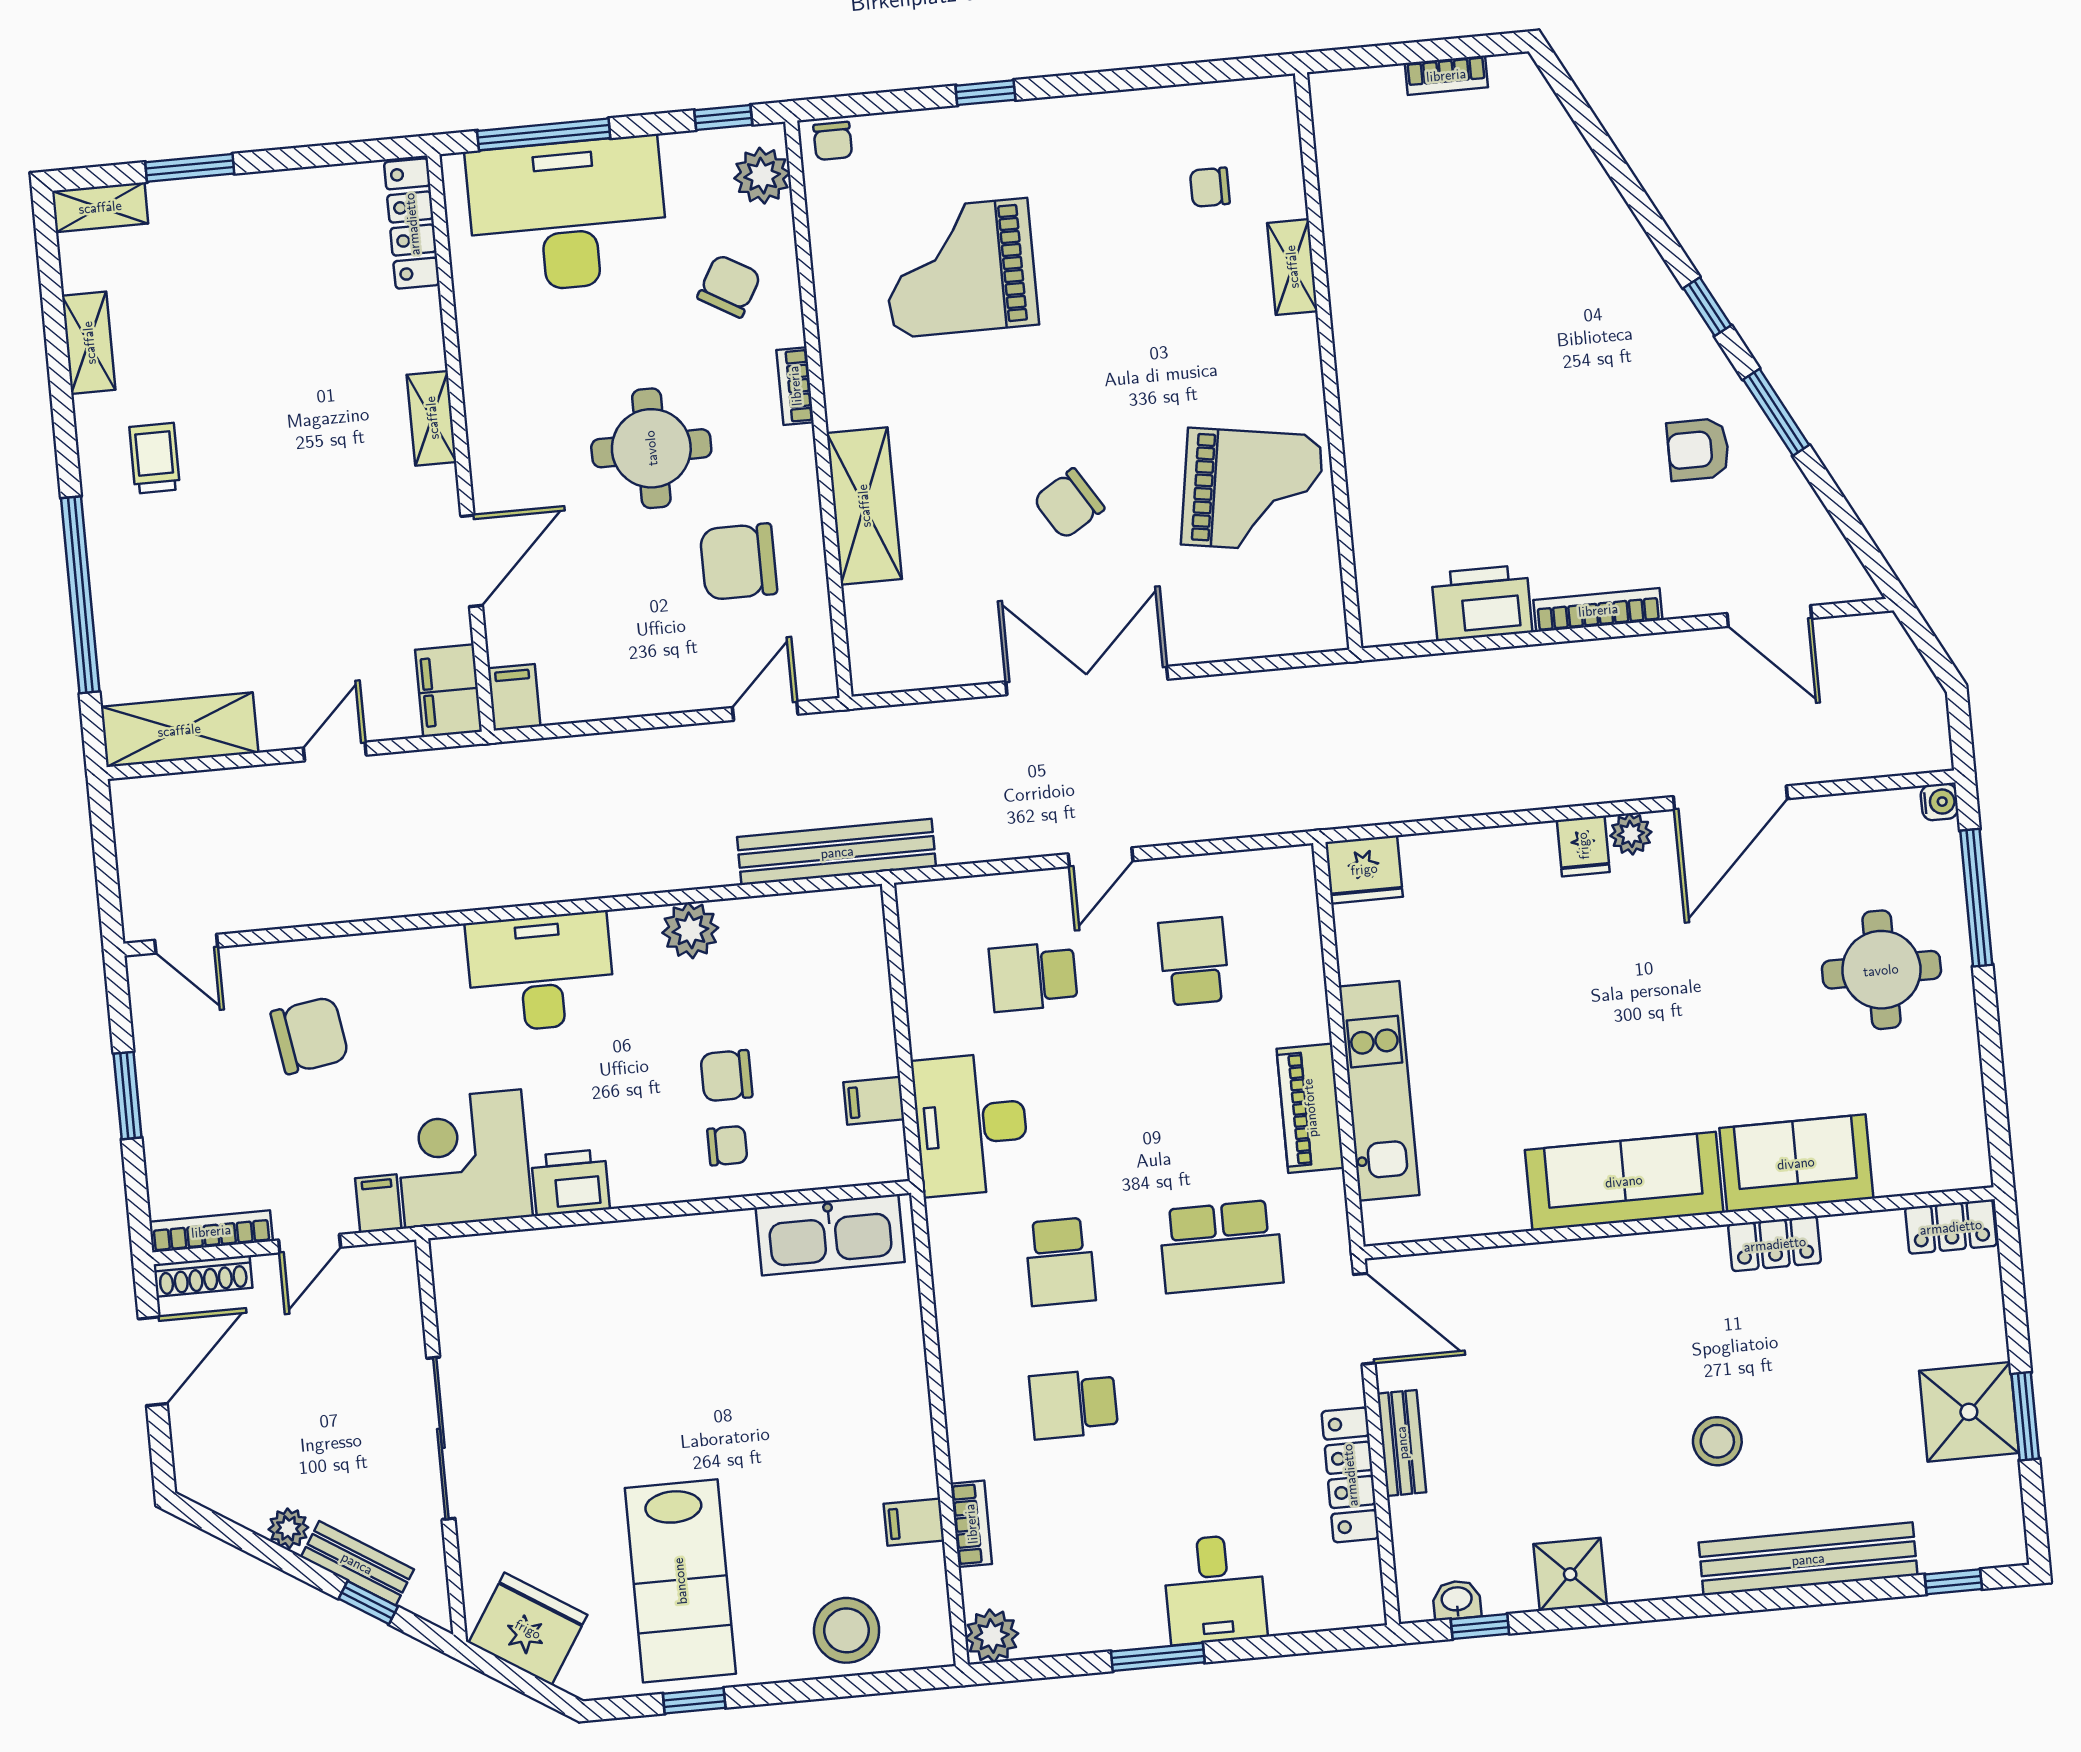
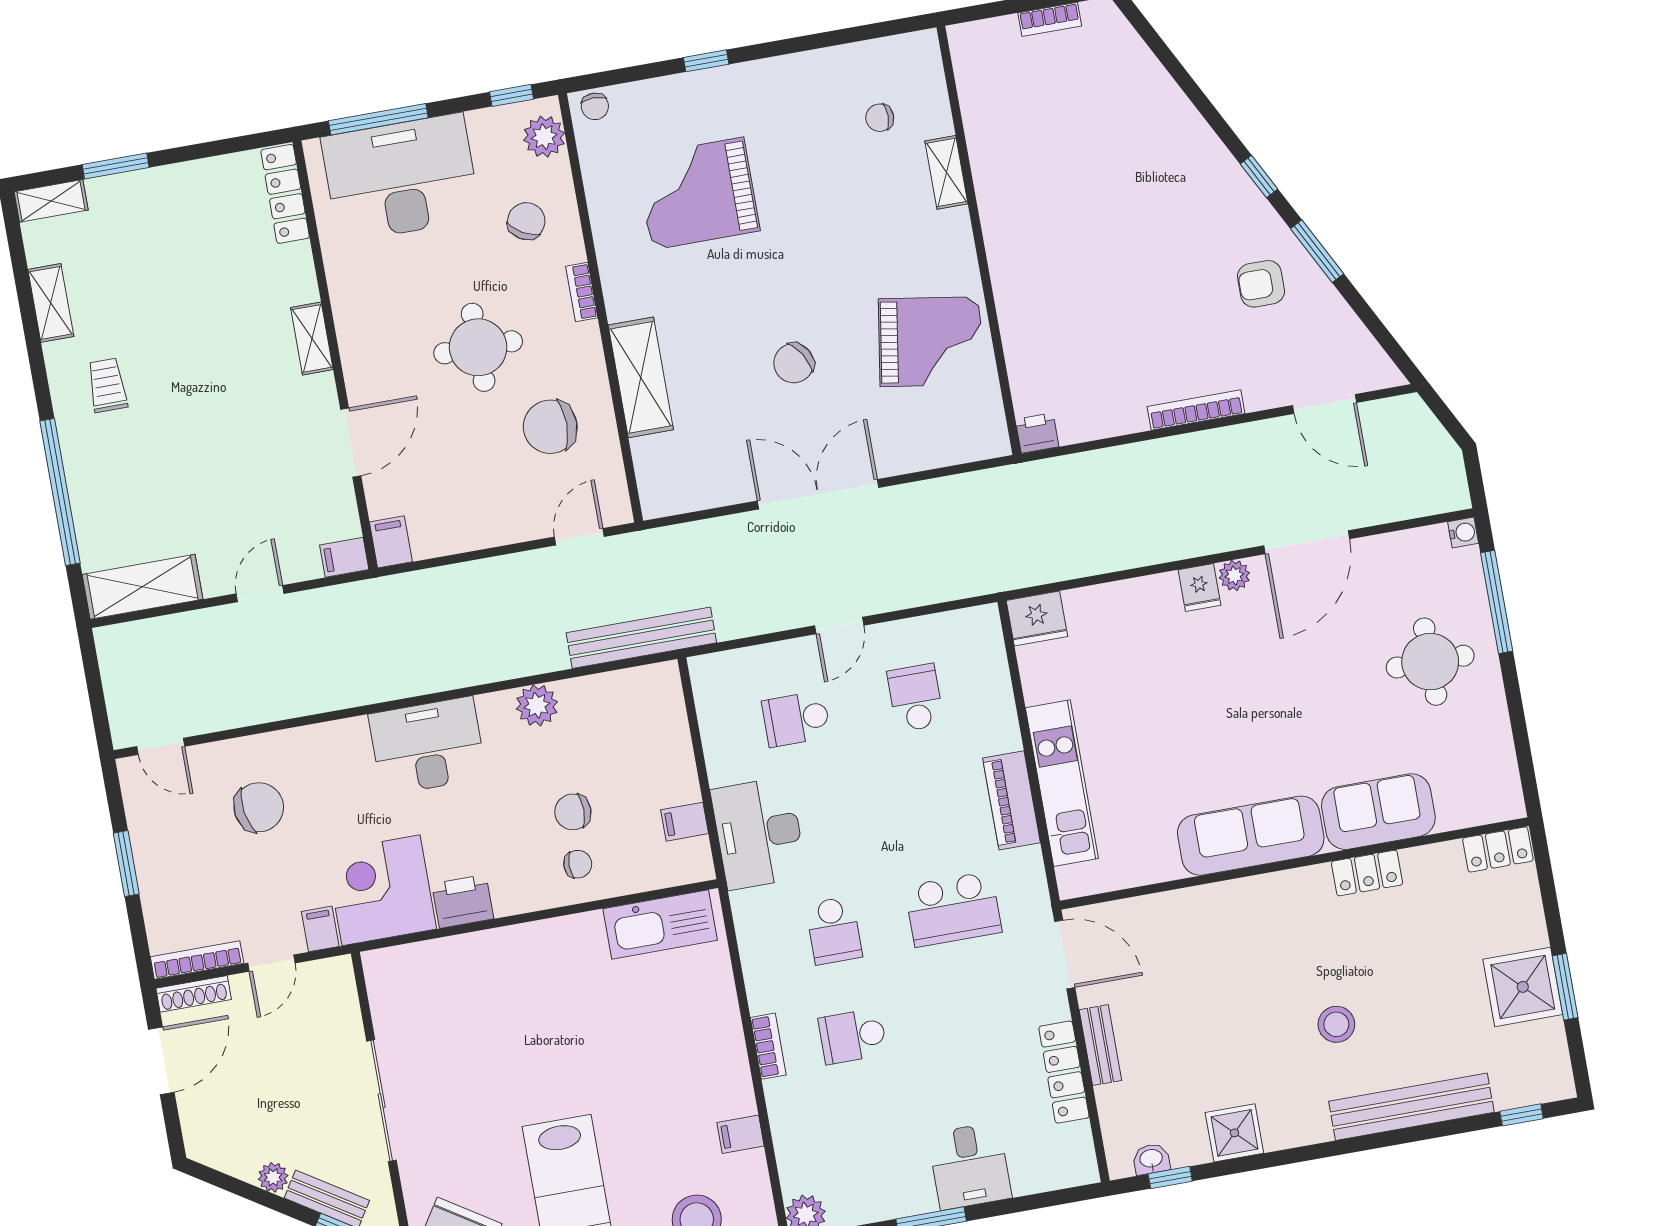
printer: (1482, 603) -> (1037, 433), moved, width x0.53, depth x0.68
filing cabinet: (449, 691) -> (344, 557), width x0.50
bookcase: (971, 1524) -> (768, 1046), moved

